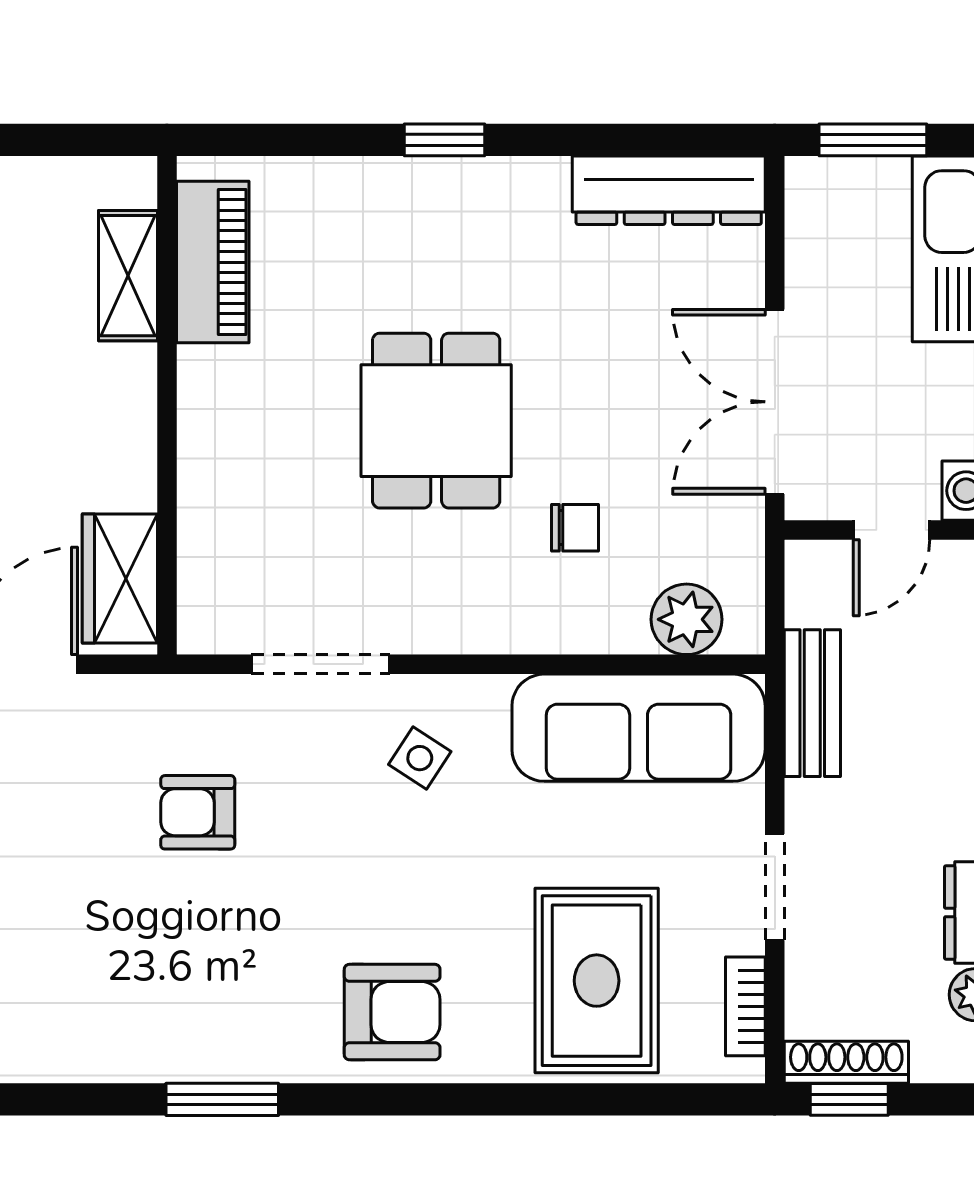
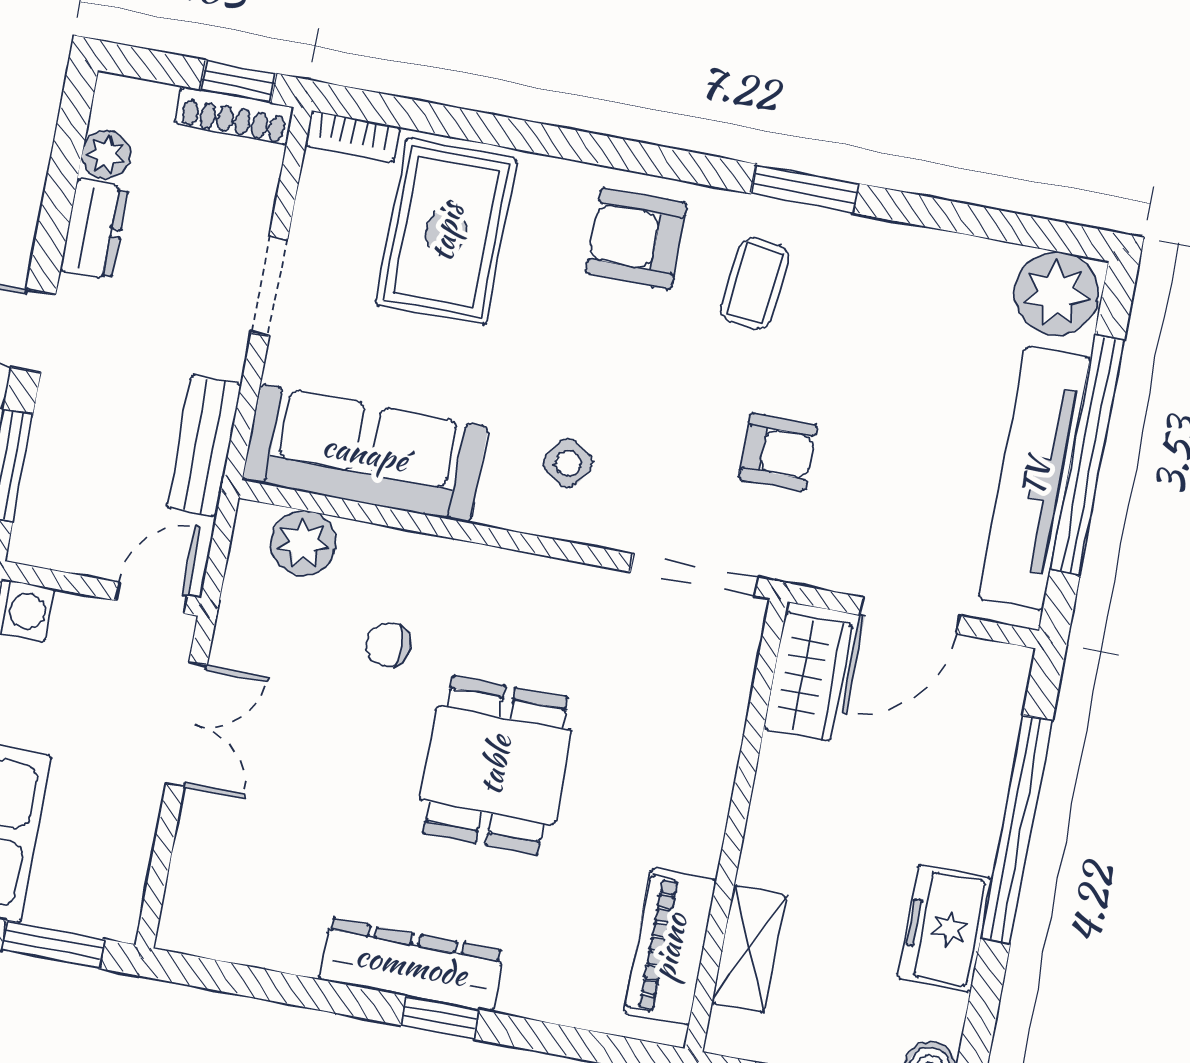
dresser: (669, 190) -> (411, 965), moved
double door: (775, 402) -> (186, 724), width x0.73
door: (892, 530) -> (151, 598), moved
doorway: (321, 664) -> (694, 575), moved
coffee table: (256, 988) -> (755, 284), added
bookcase: (745, 1006) -> (353, 137), moved, turned 90

